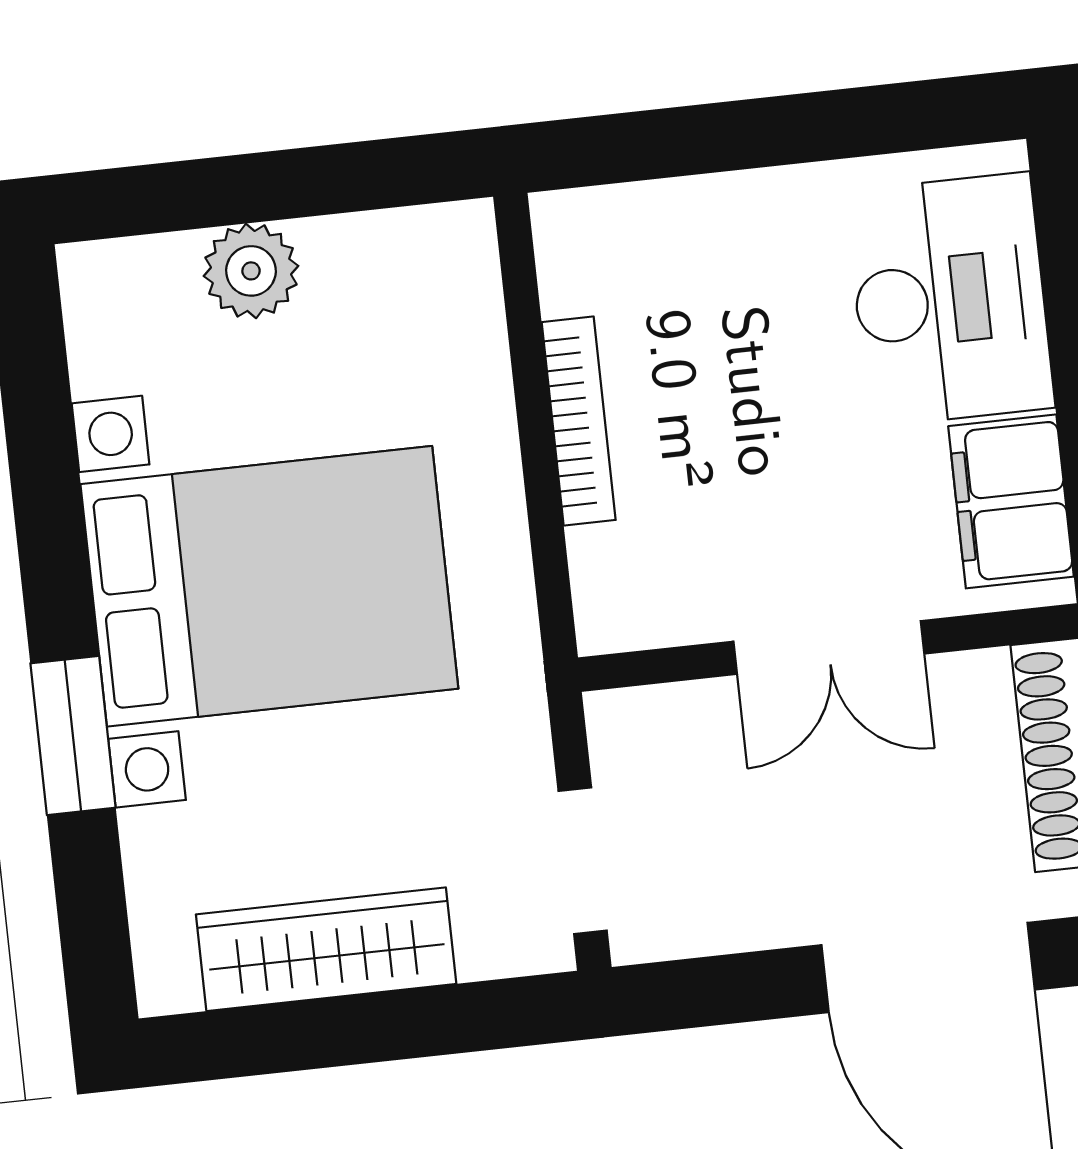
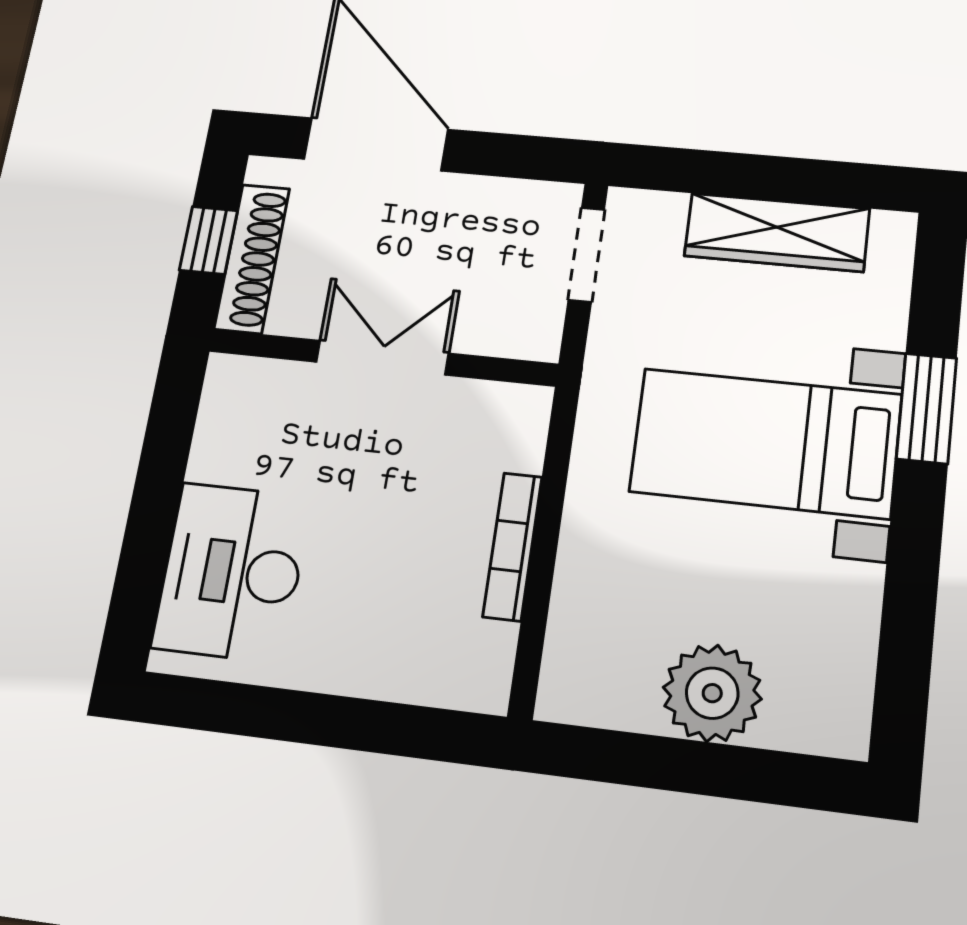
plant: (251, 271) -> (712, 693), width x1.36, depth x1.36
filing cabinet: (1011, 501) -> (232, 427), removed
bed with nightstands: (269, 586) -> (766, 443), width x0.73

